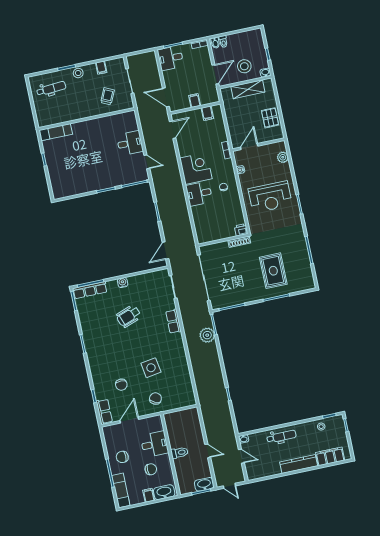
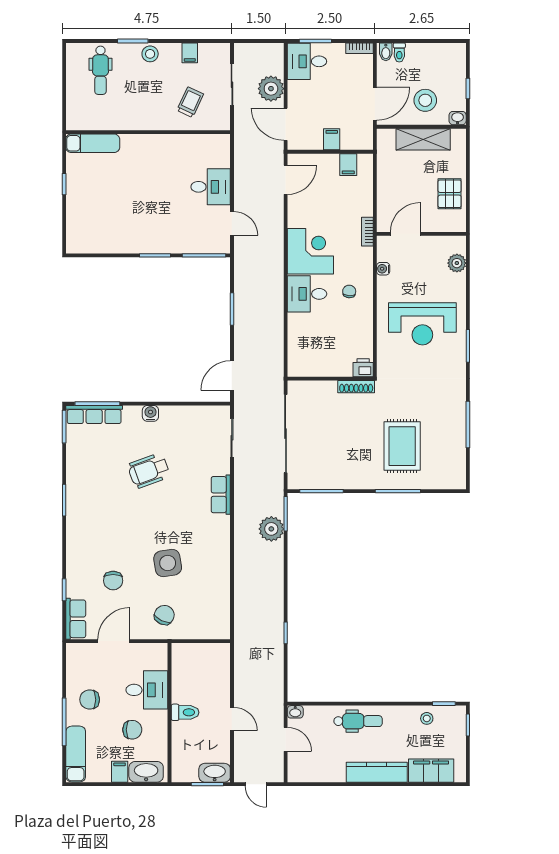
plant: (153, 78) -> (271, 89), added
dental chair: (51, 89) -> (100, 70), turned 94

